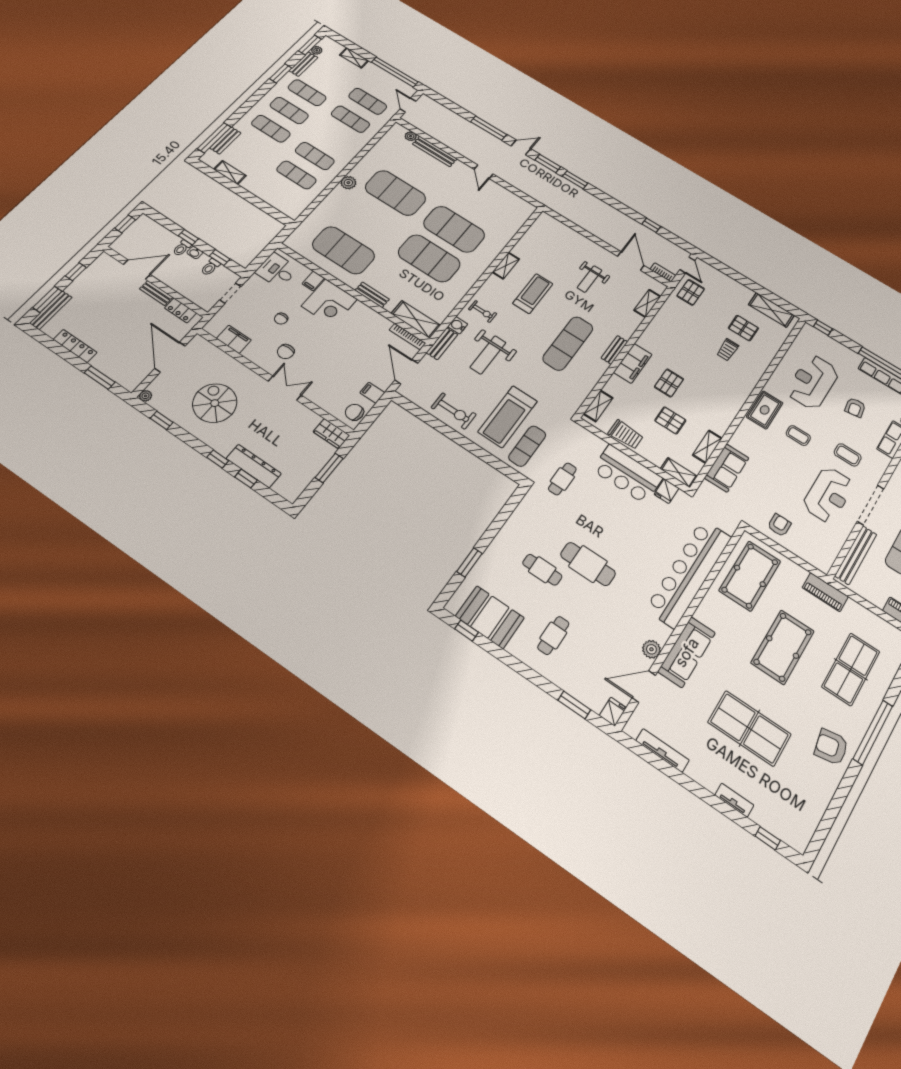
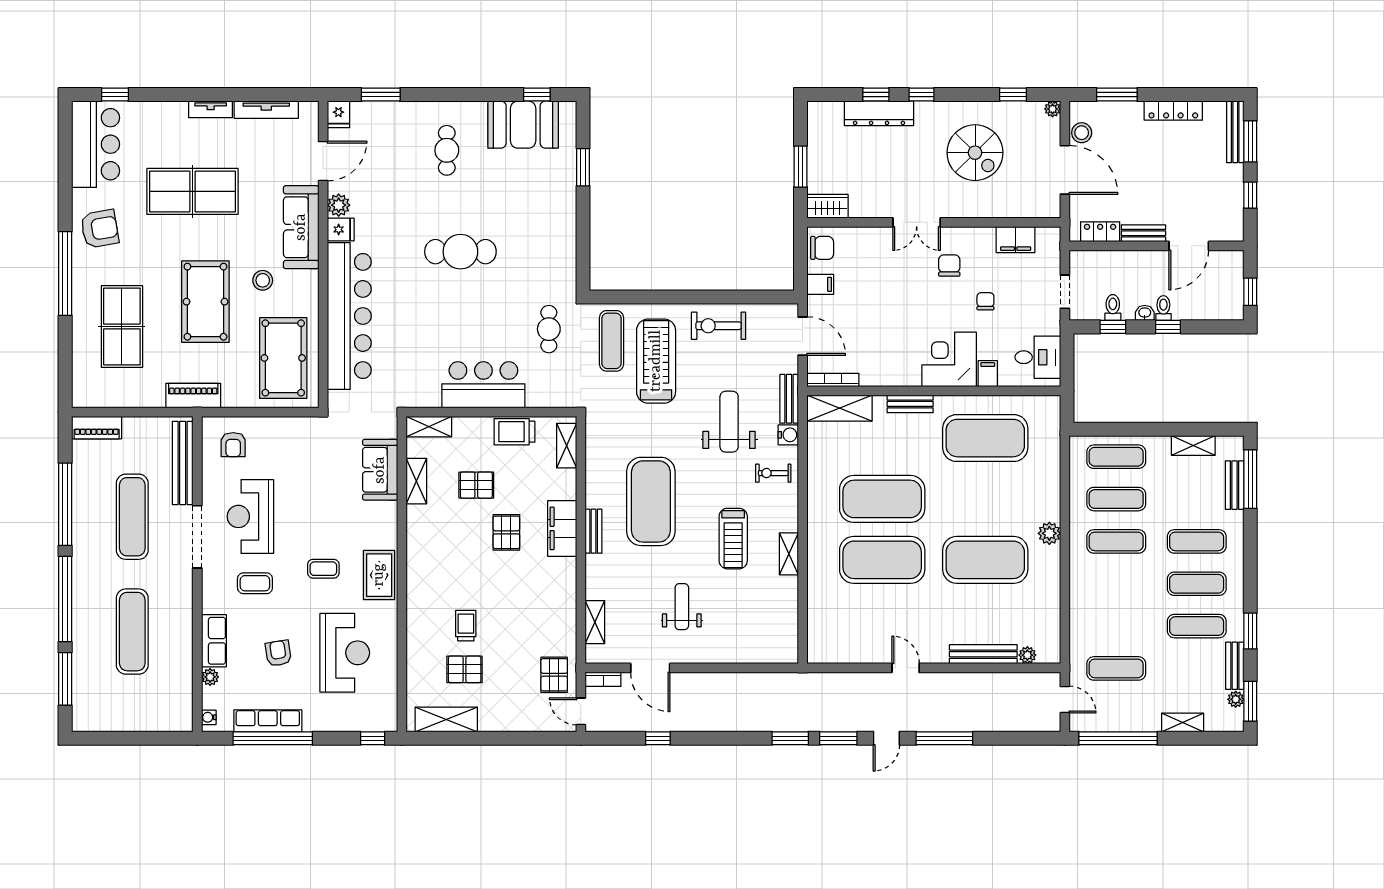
exercise mat: (350, 119) -> (1116, 457), moved
exercise mat: (568, 343) -> (651, 501), width x1.47
stool: (141, 371) -> (1082, 133), added
fridge: (666, 491) -> (341, 229), moved, turned 90
armchair: (779, 525) -> (233, 445), moved
cafe table: (542, 570) -> (503, 212), removed
stool: (734, 635) -> (263, 280), added
tv unit: (734, 800) -> (211, 109), moved
bar counter: (802, 811) -> (96, 144), added

